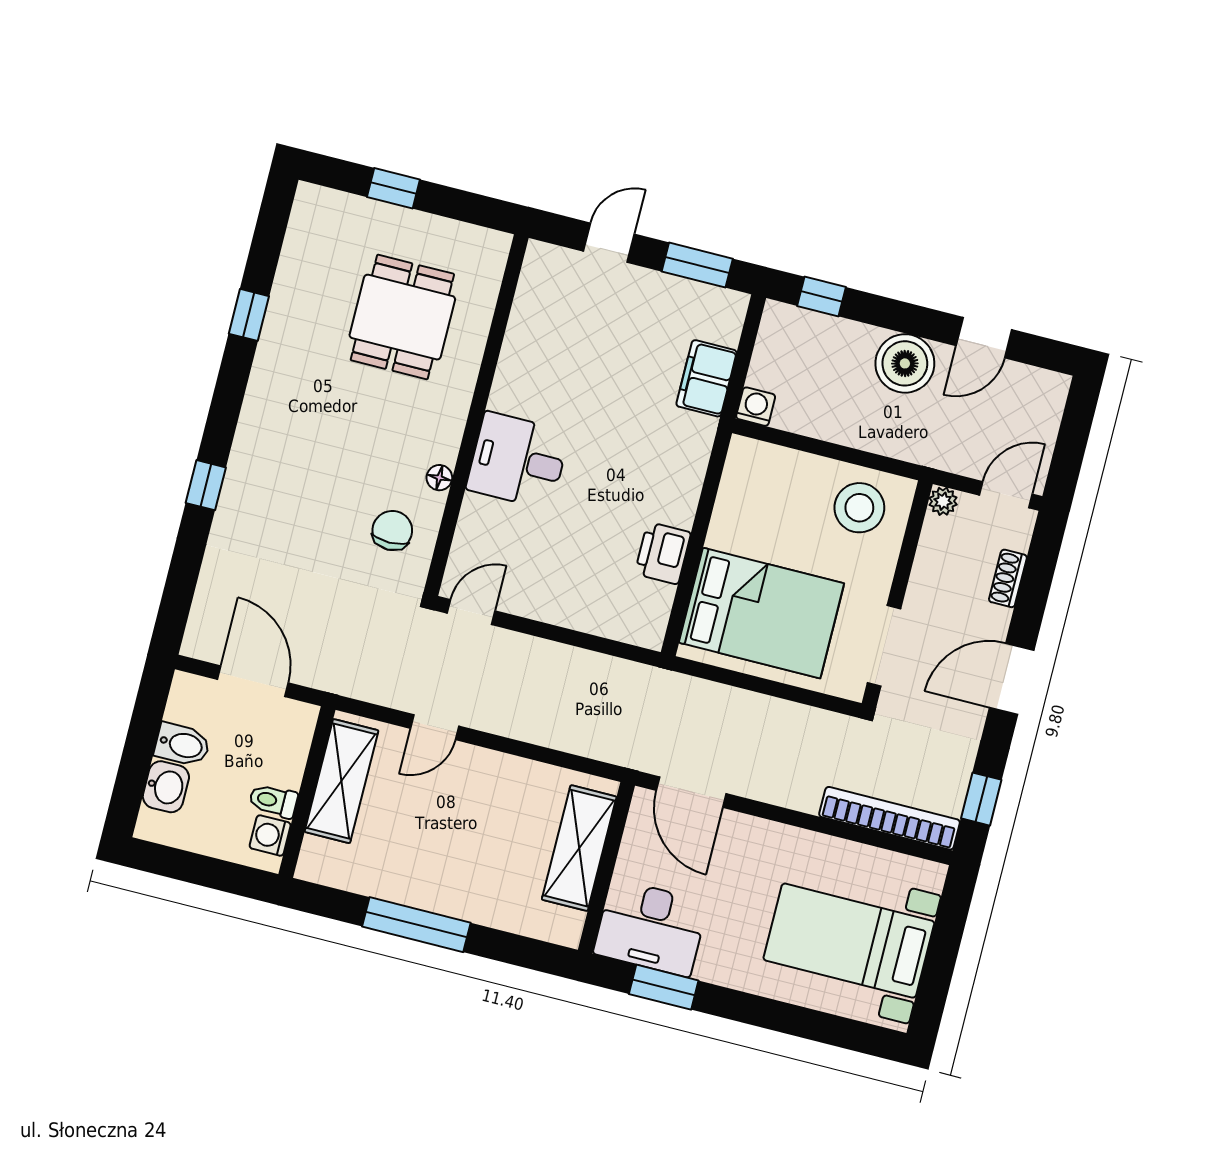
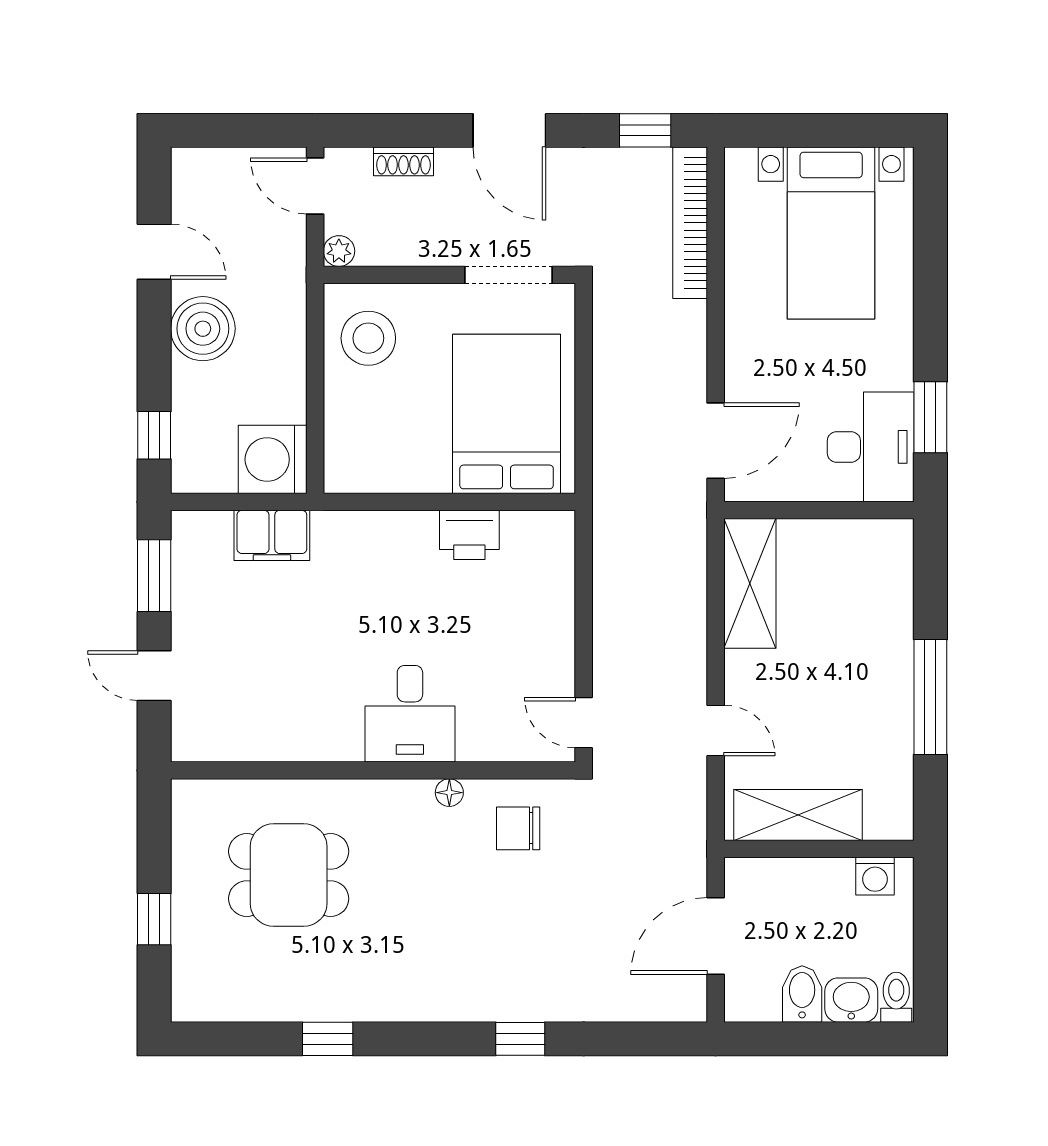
washing machine: (756, 407) -> (273, 459), width x1.89, depth x1.89
toilet: (273, 801) -> (896, 997), moved, turned 180
shelving: (579, 848) -> (750, 583), moved, turned 90

